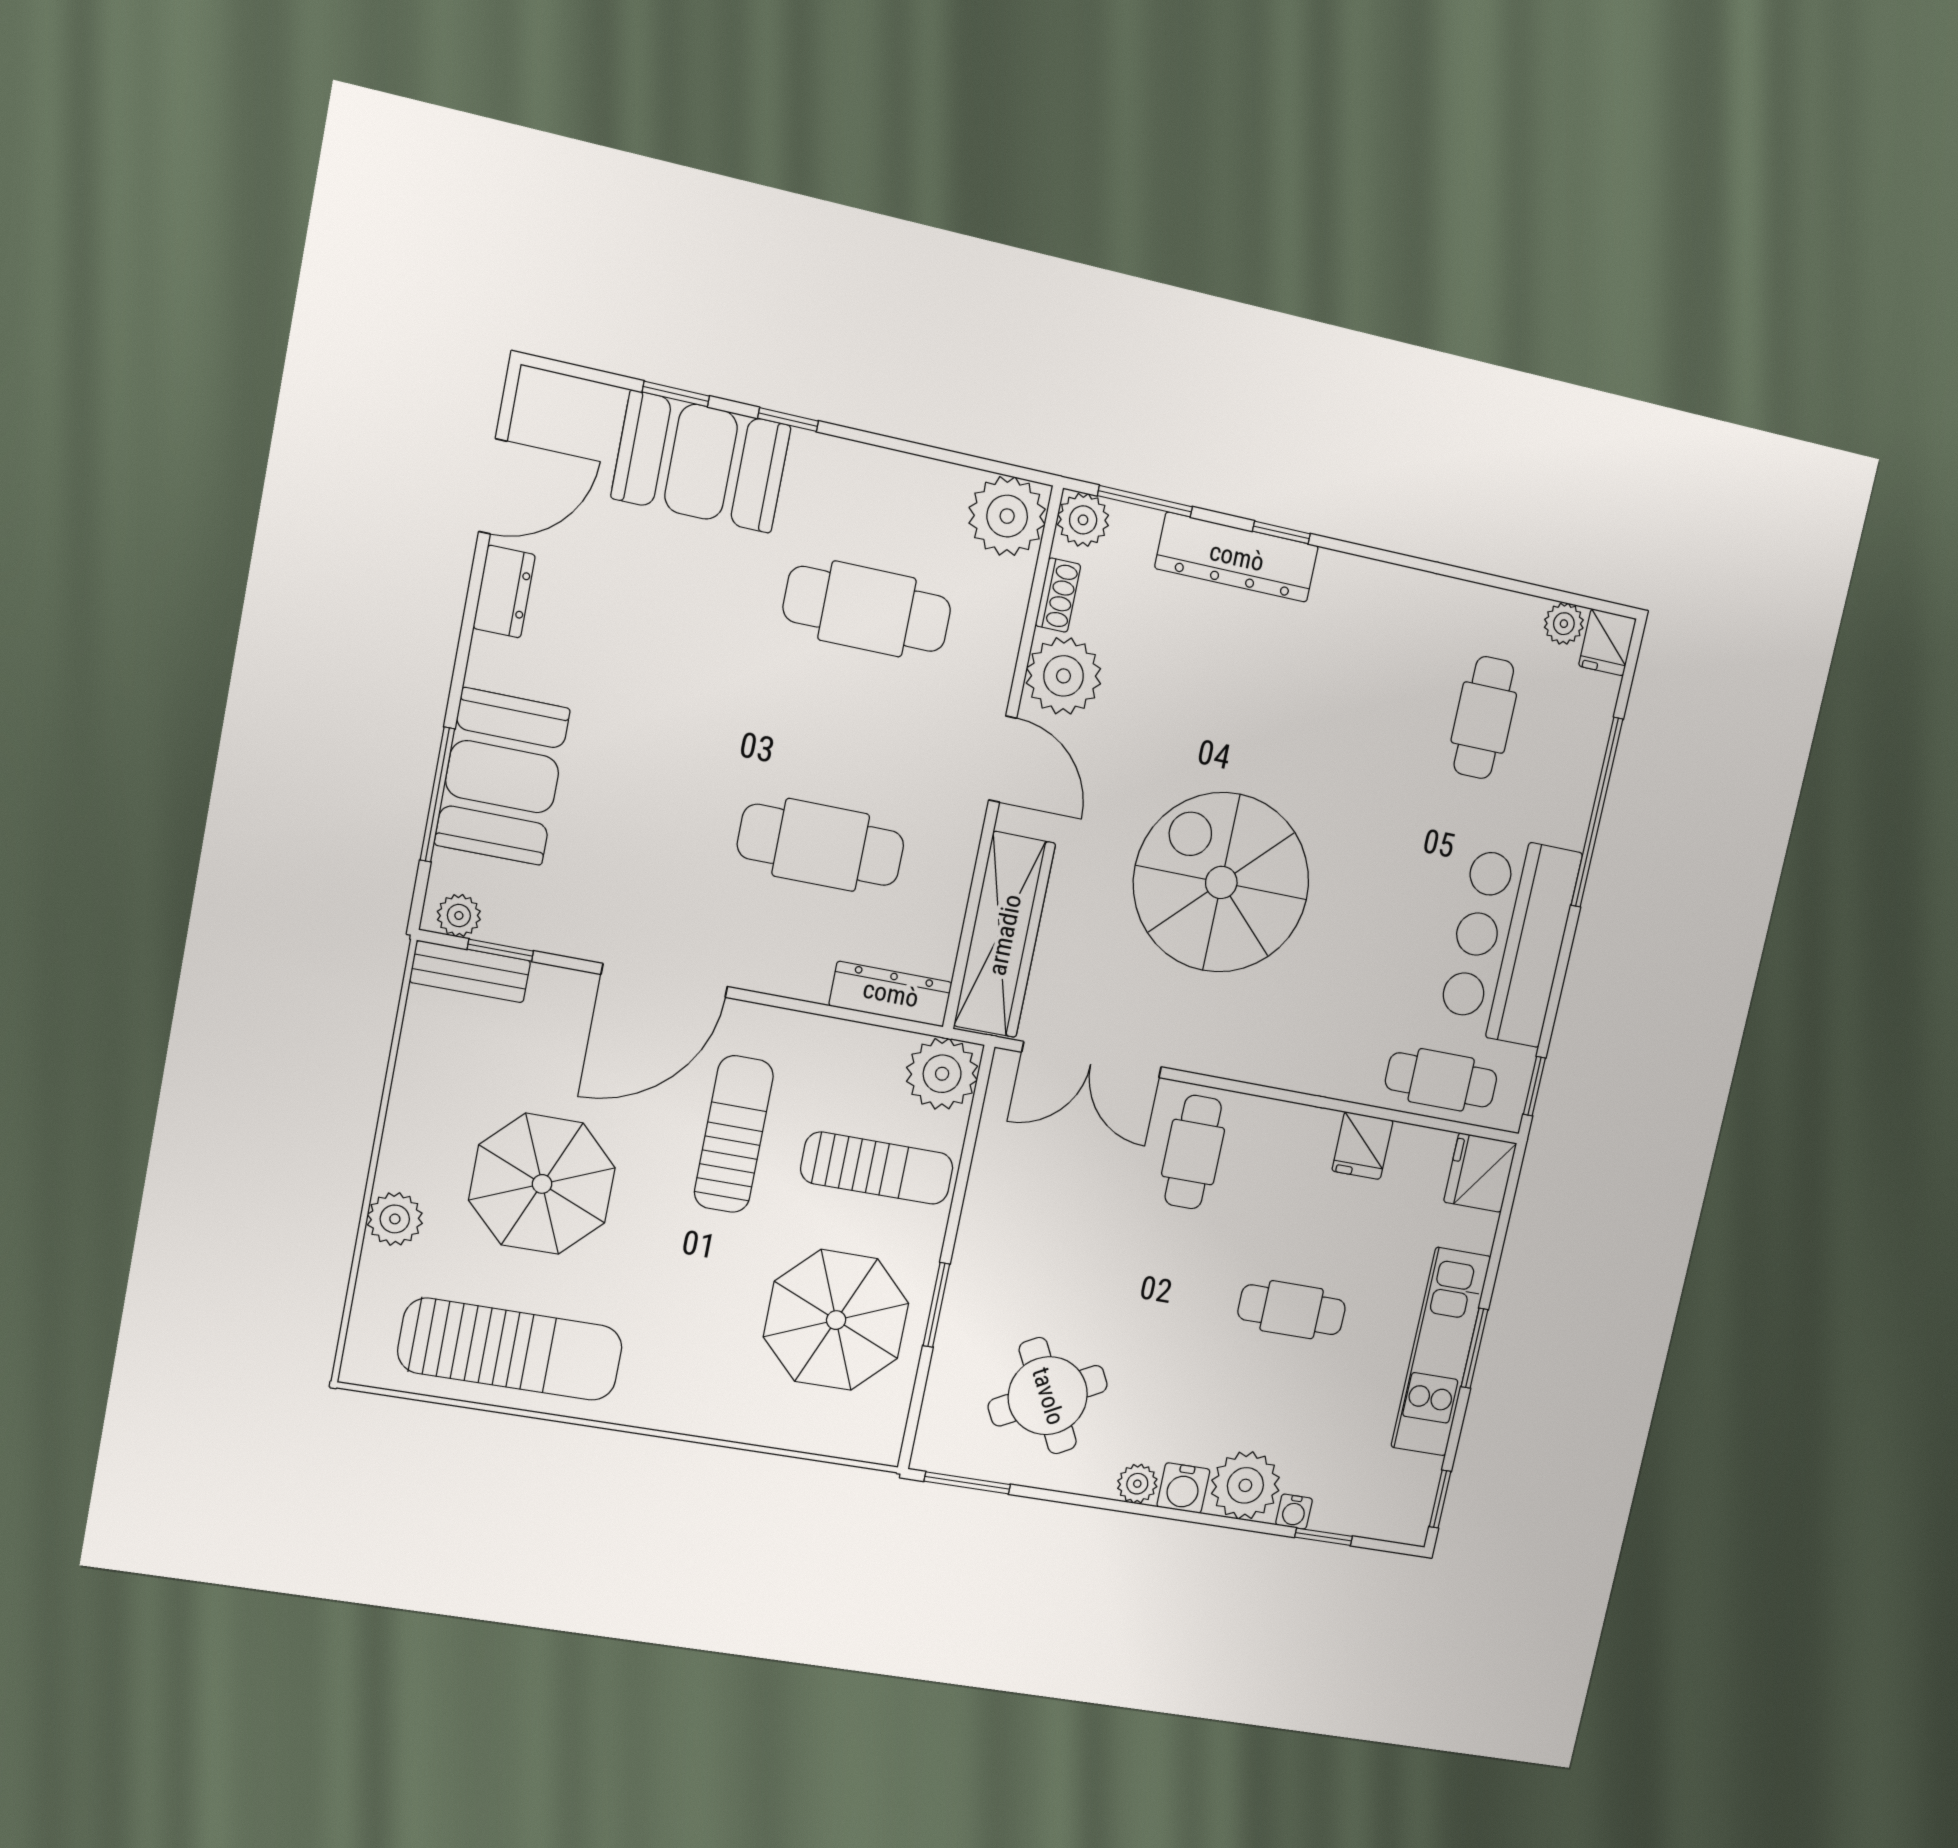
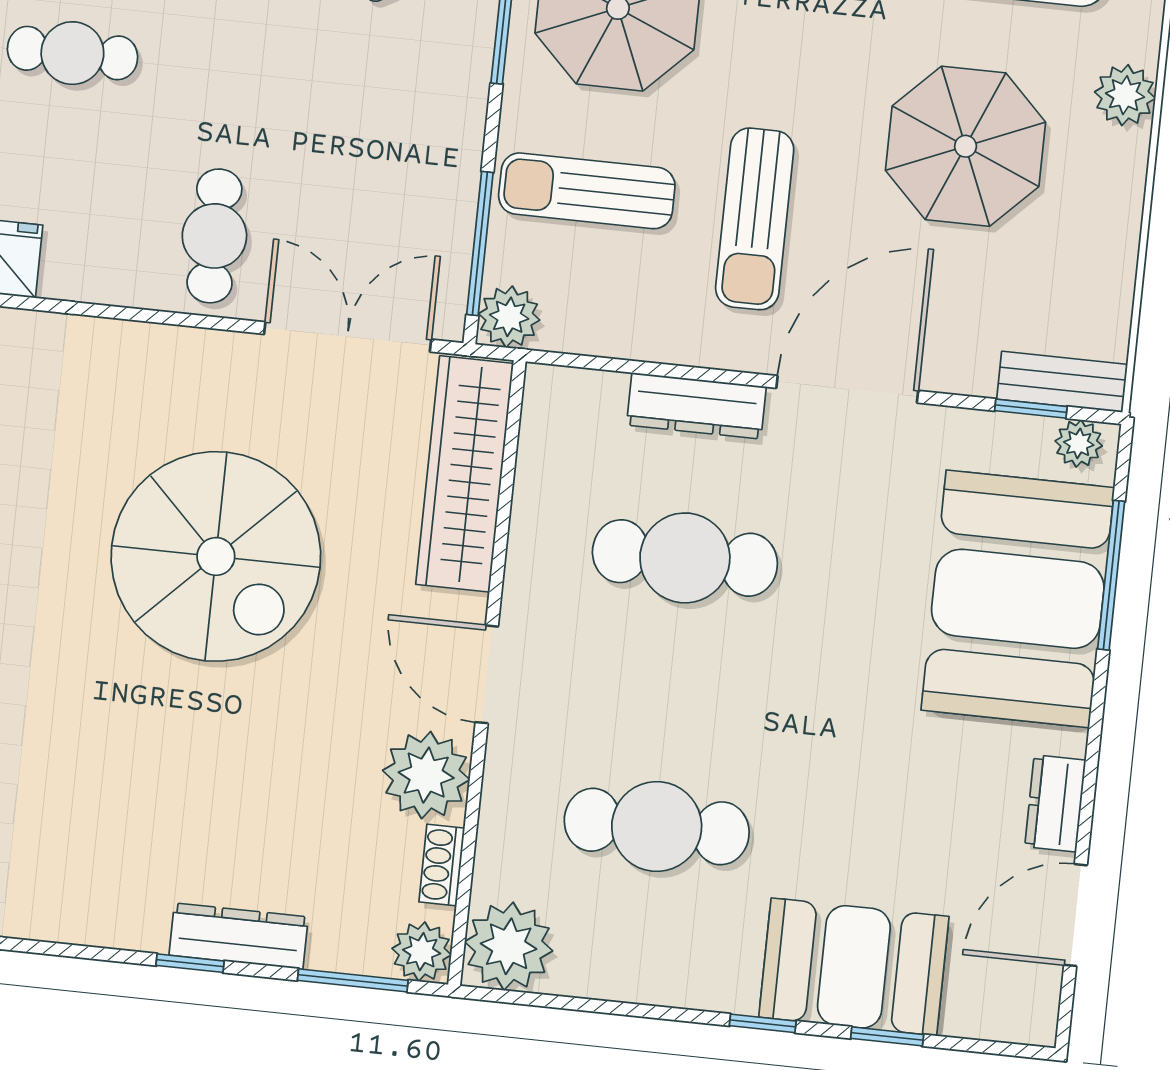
dresser: (1237, 557) -> (239, 936), width x0.73, depth x0.80
booth: (502, 777) -> (1018, 599), width x1.36, depth x1.42
dresser: (891, 994) -> (696, 406), moved
plant: (942, 1074) -> (509, 317), width x0.73, depth x0.73
window: (972, 1130) -> (480, 243), added

